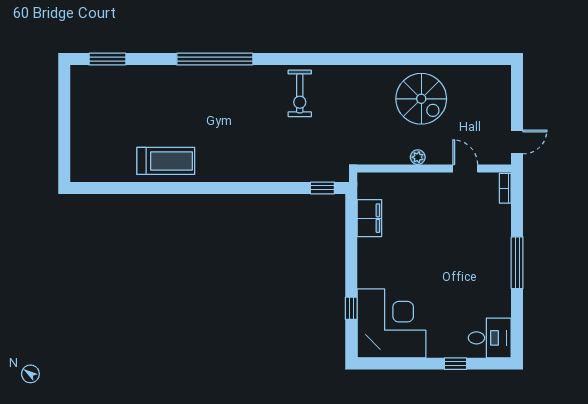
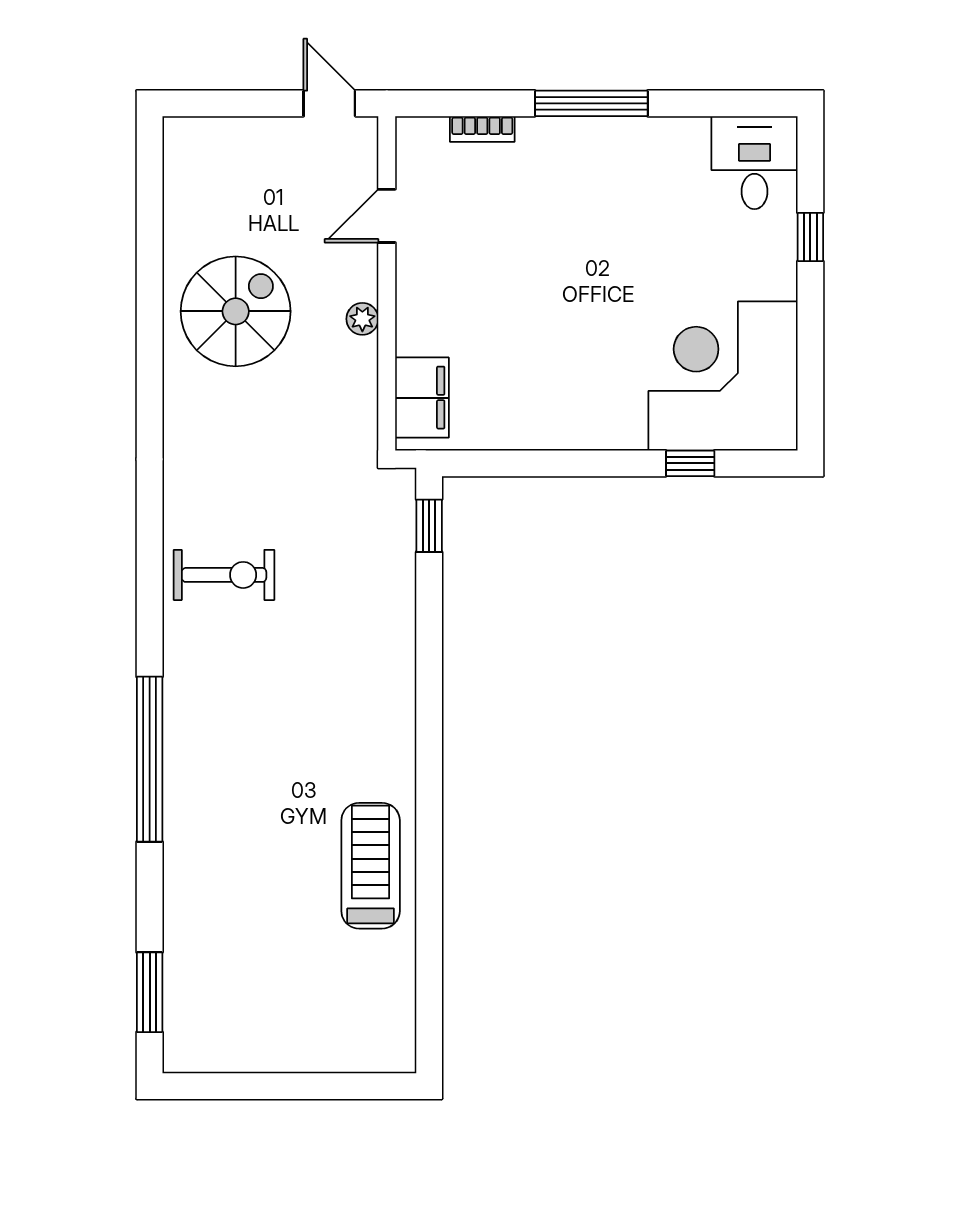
bookcase: (505, 188) -> (482, 129), moved
filing cabinet: (369, 218) -> (422, 398), moved, turned 90

